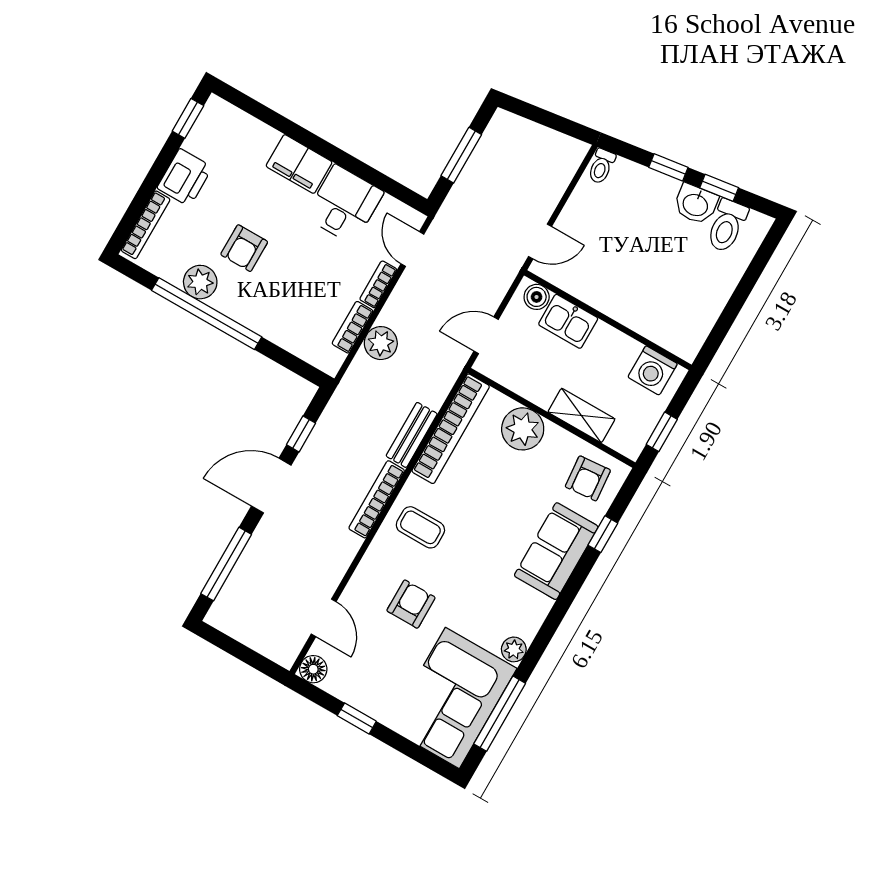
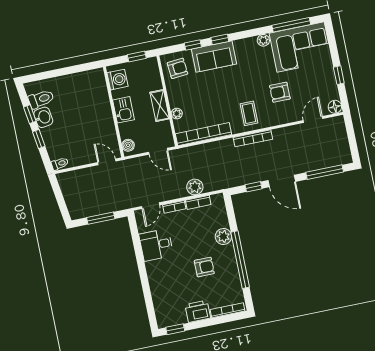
filing cabinet: (299, 164) -> (156, 274), removed
plant: (200, 282) -> (223, 236), moved
kitchen sink: (568, 321) -> (123, 110), moved
shelving: (581, 415) -> (160, 106), moved
plant: (523, 429) -> (177, 114), width x0.53, depth x0.53
bench: (412, 435) -> (218, 146), removed
window: (575, 583) -> (220, 39), added

